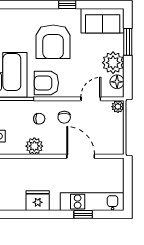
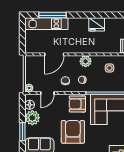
armchair: (46, 83) -> (77, 104), turned 180
door: (81, 156) -> (54, 54), hinge flipped
fridge: (38, 201) -> (97, 24), moved
window: (83, 214) -> (53, 15), width x2.17

